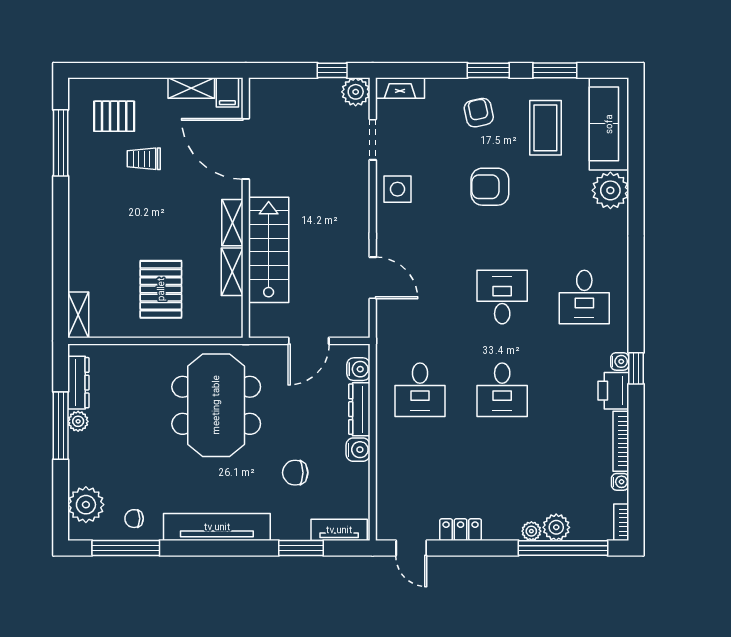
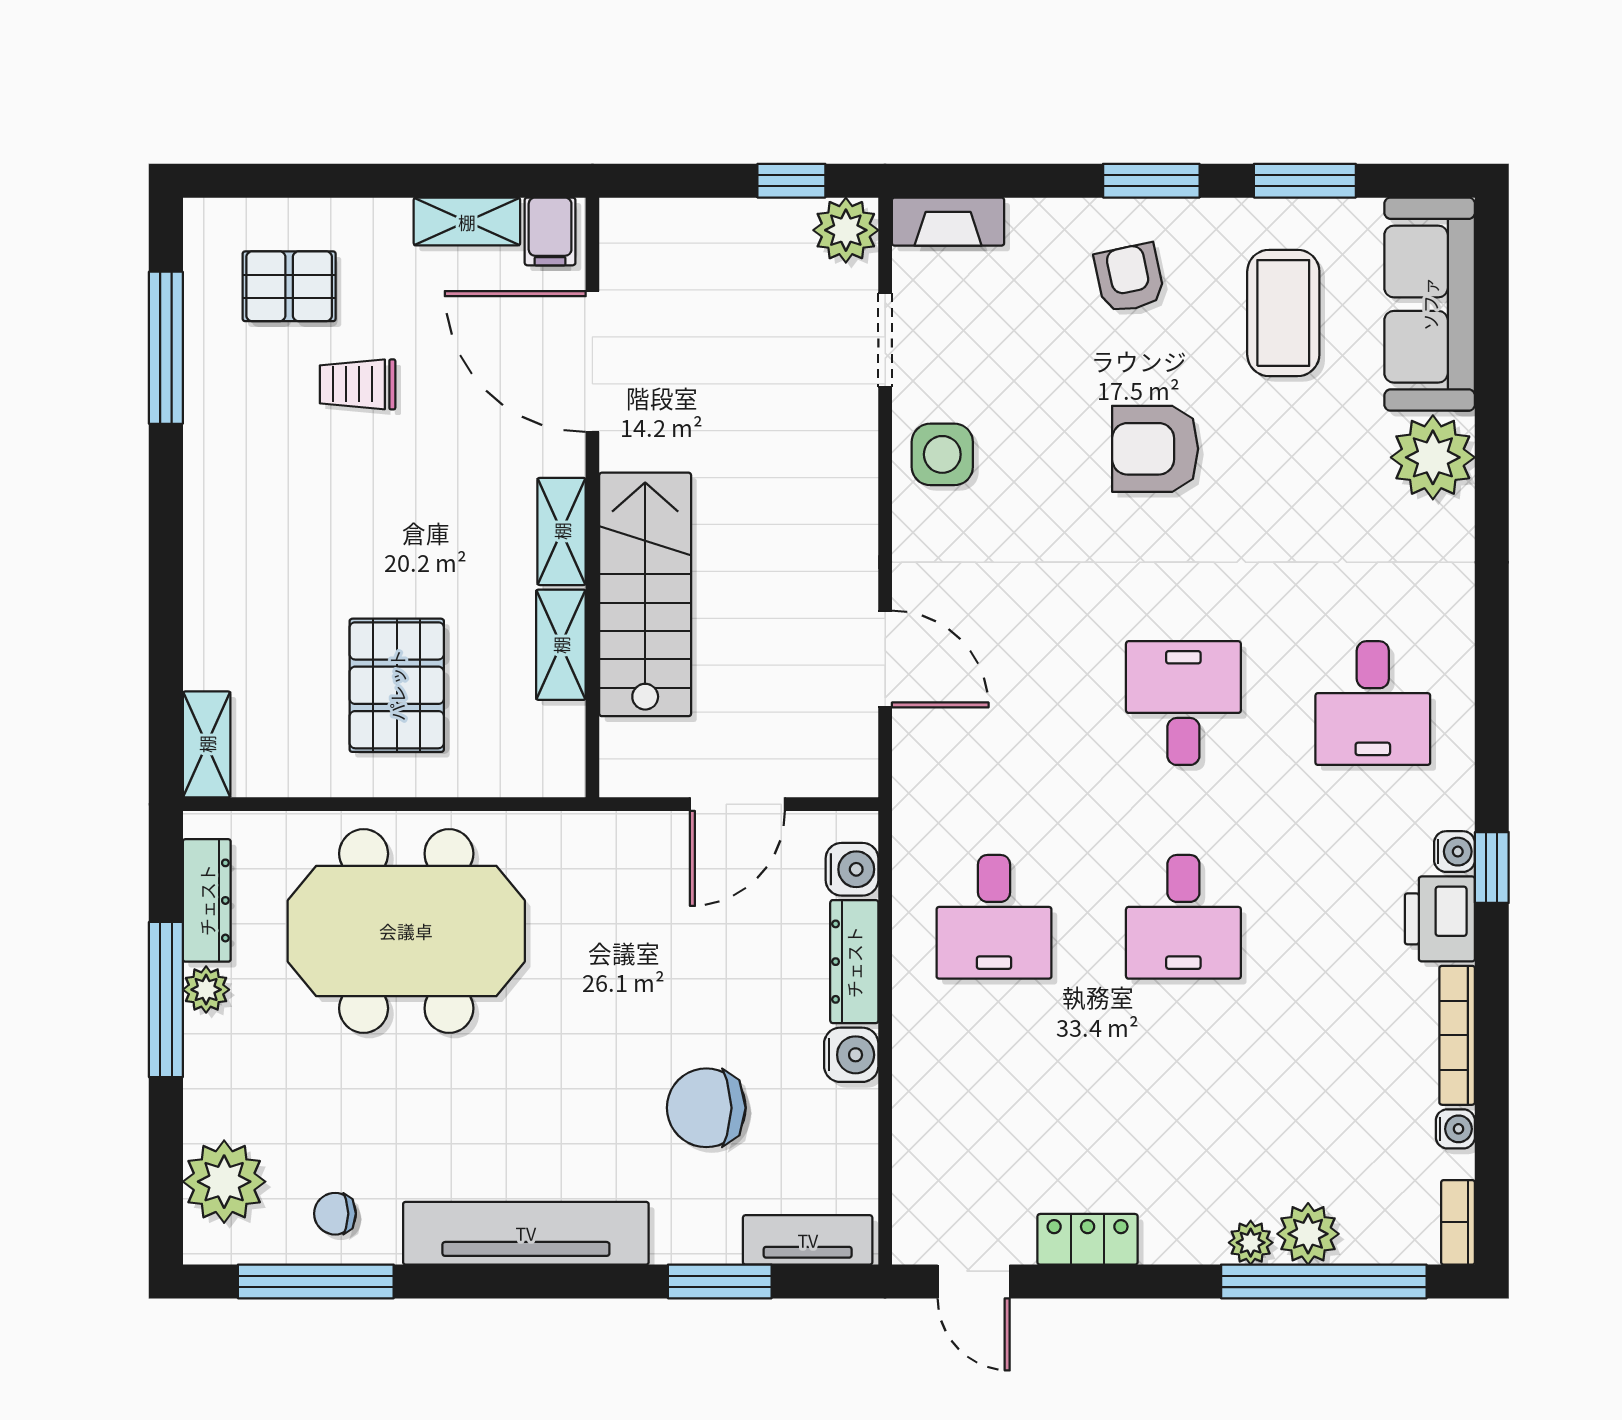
meeting table: (216, 405) -> (406, 931), moved, turned 90
chair: (295, 473) -> (706, 1108), width x1.37, depth x1.37

